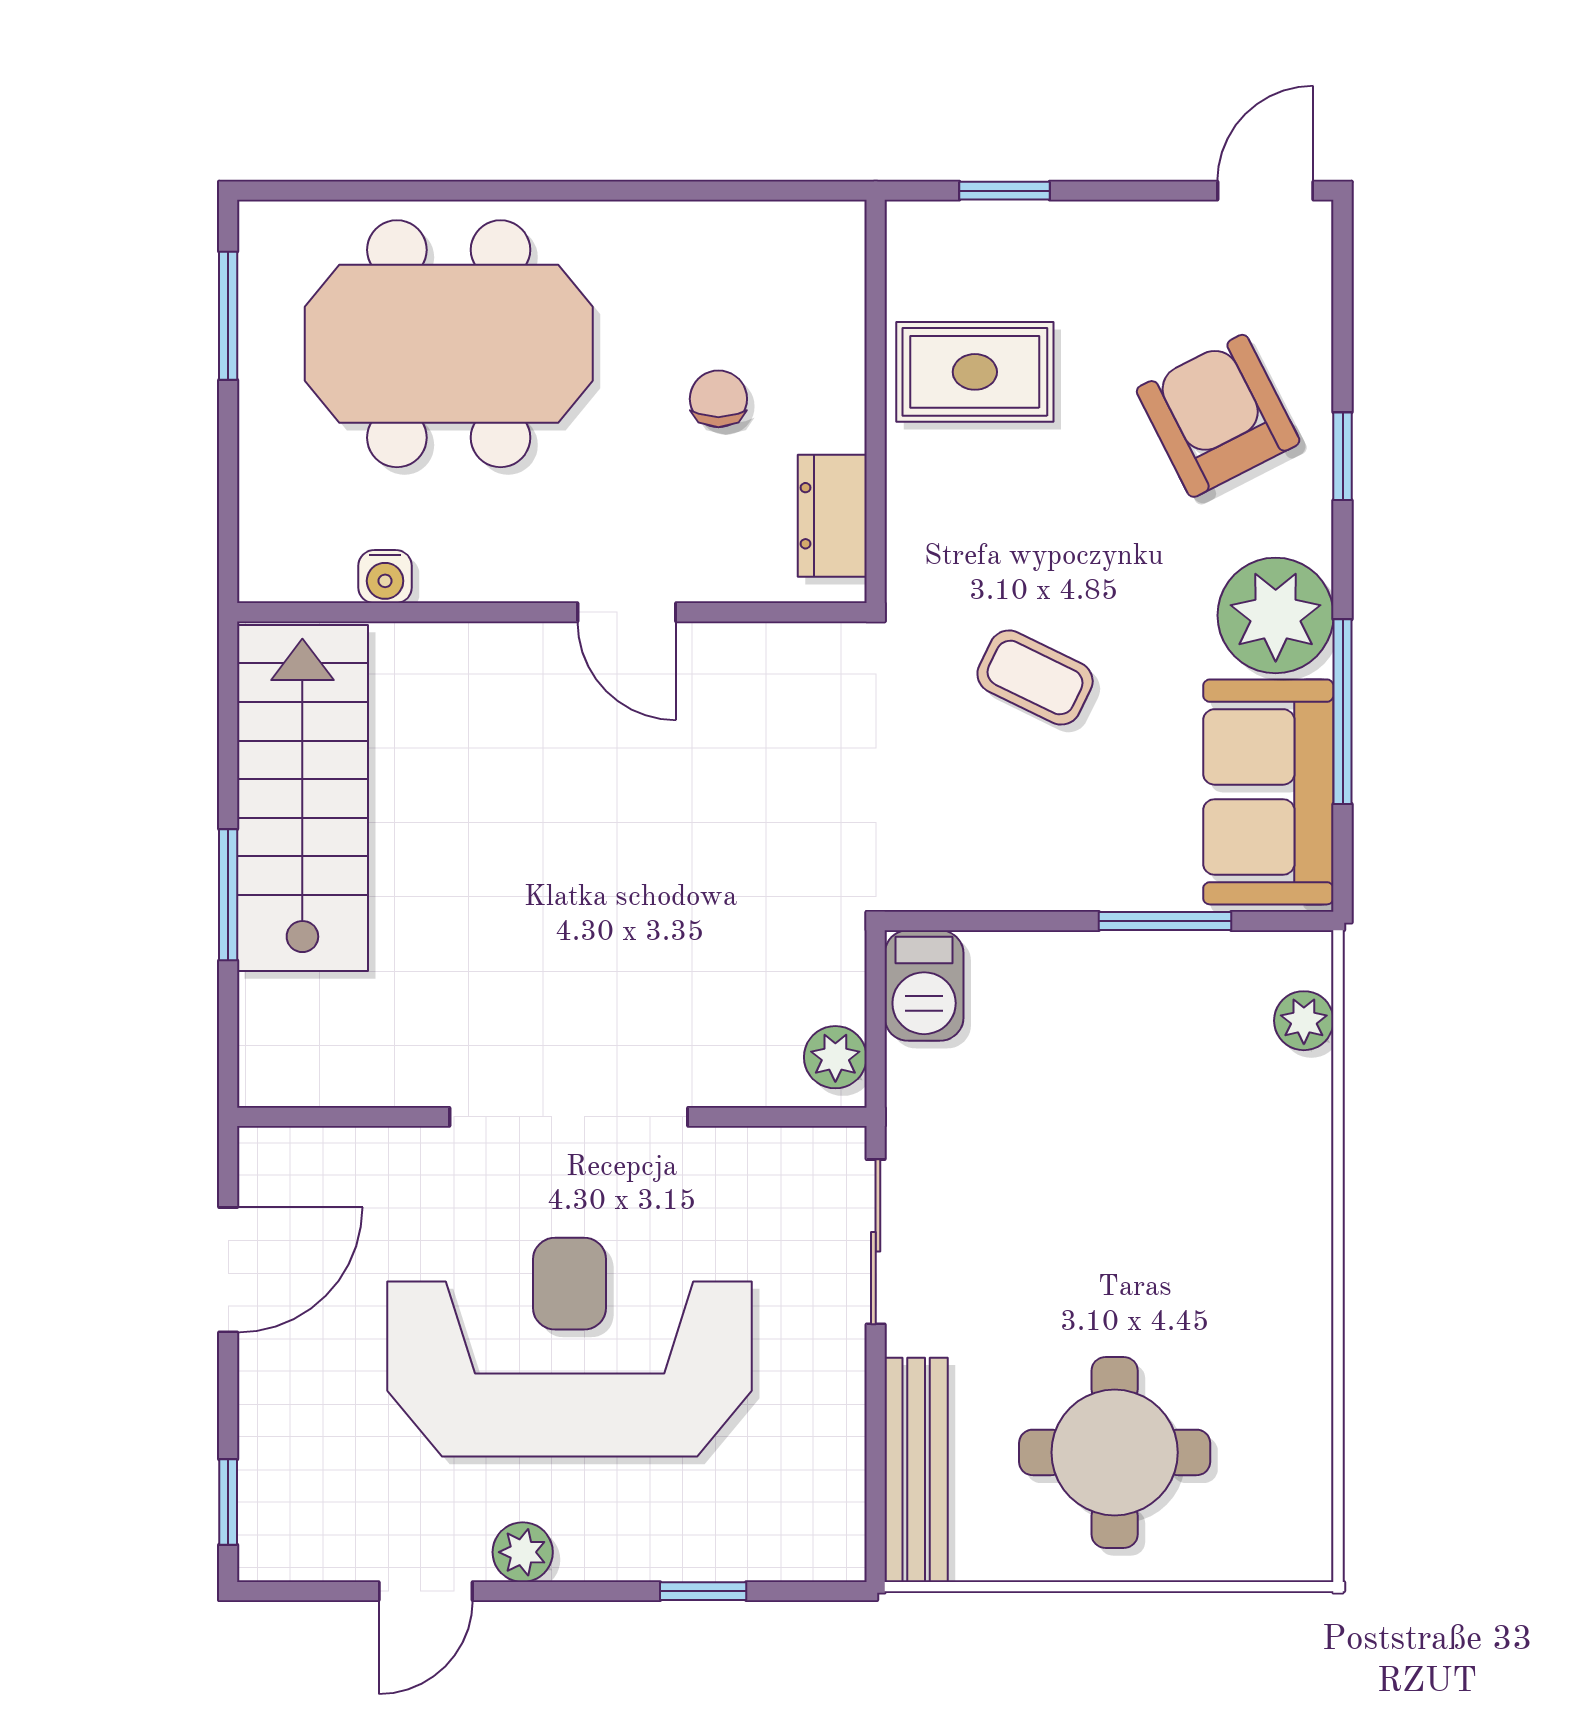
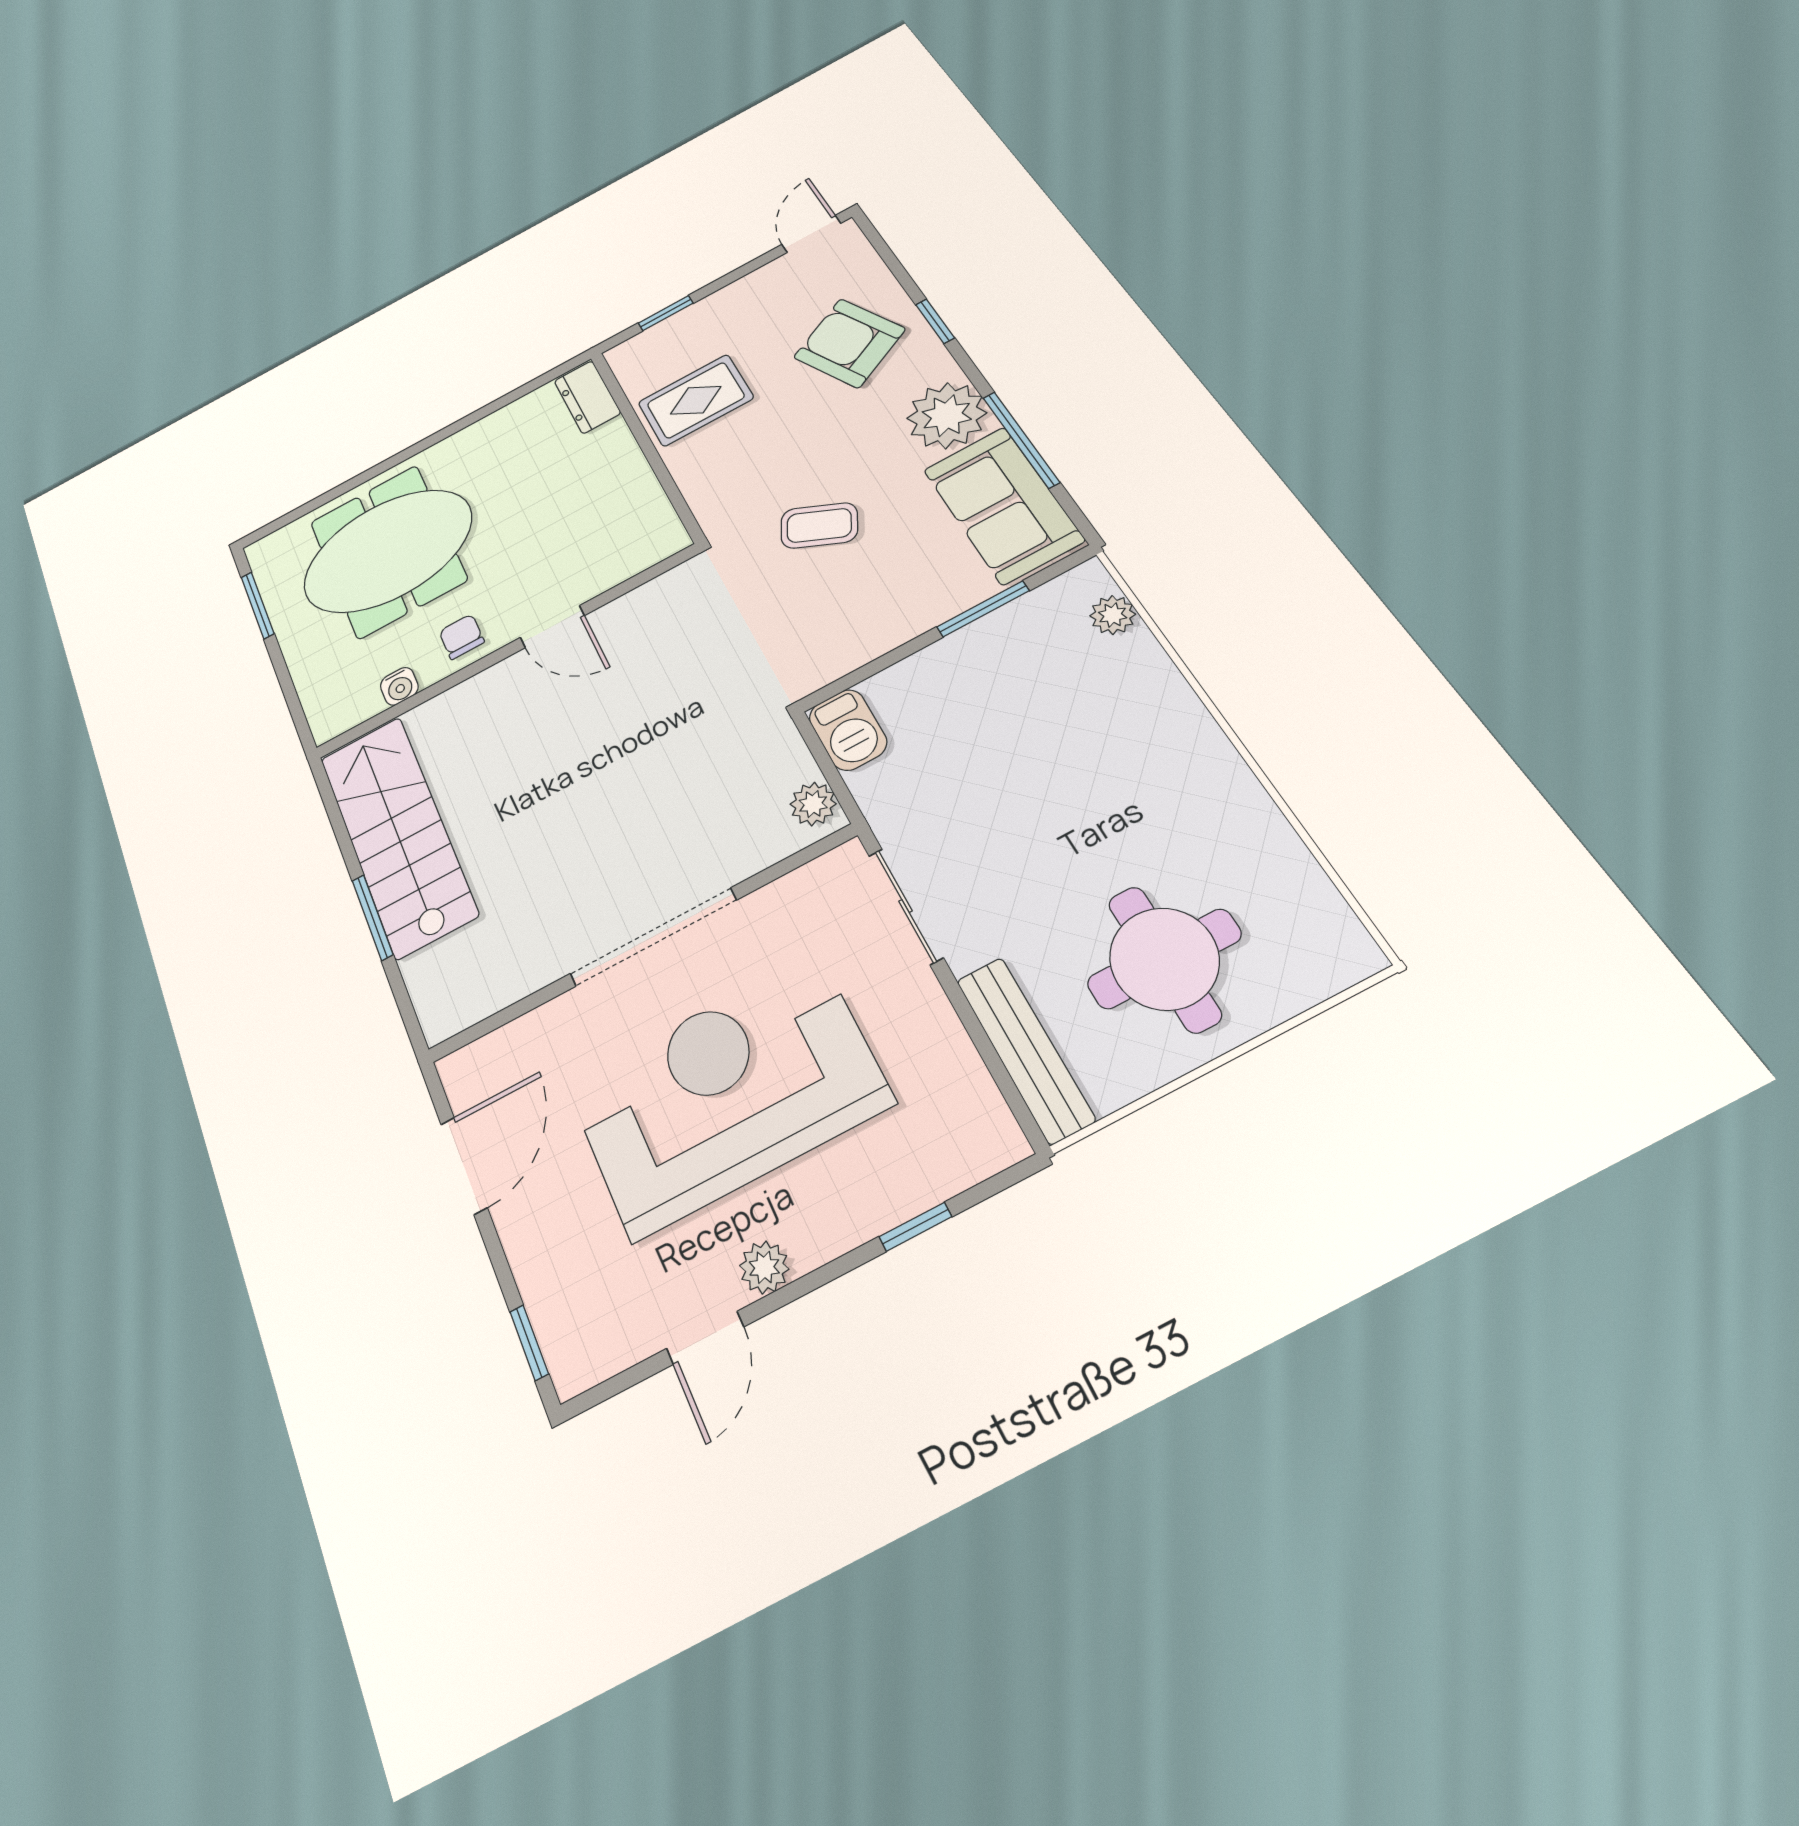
chair: (718, 399) -> (462, 637), moved
dresser: (832, 516) -> (587, 397), moved

